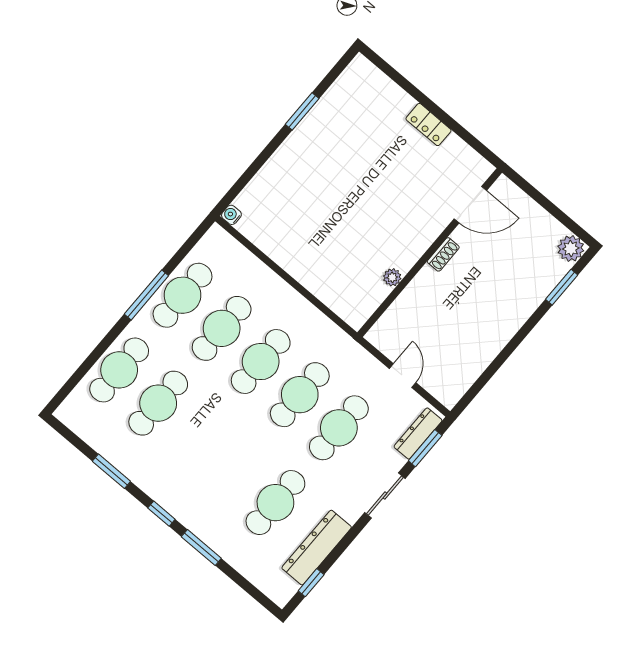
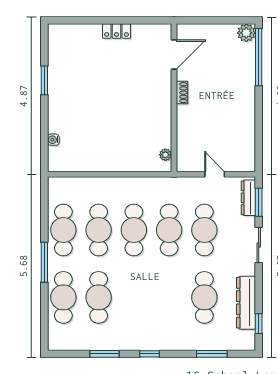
water cooler: (231, 215) -> (53, 140), moved
plant: (392, 277) -> (165, 155), moved
window: (562, 287) -> (259, 57), width x2.11
window: (146, 295) -> (44, 262), moved
window: (201, 547) -> (212, 354), moved

